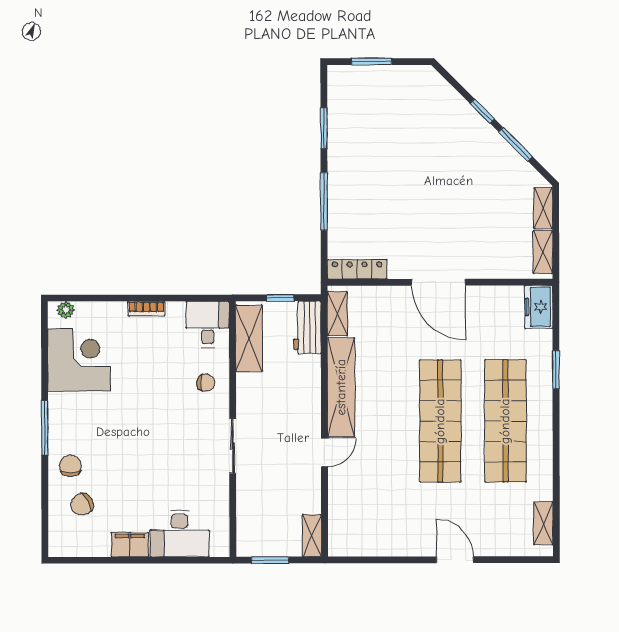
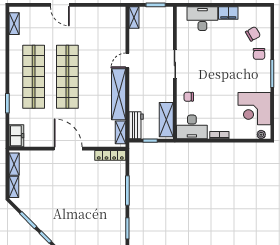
desk: (208, 324) -> (192, 127), width x1.37

